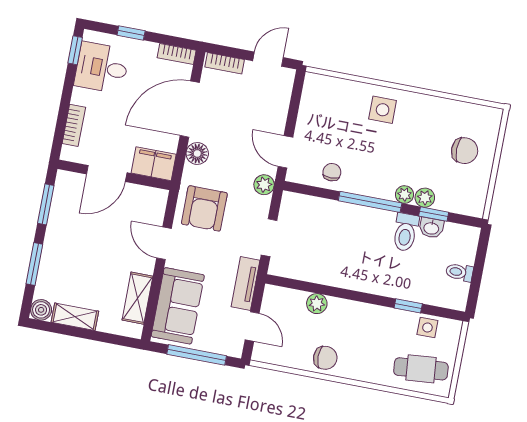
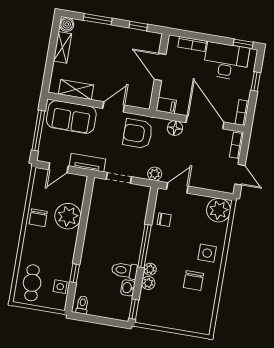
desk: (102, 68) -> (226, 61), width x1.37
plant: (320, 92) -> (219, 210), added
chair: (465, 151) -> (193, 281), moved
filing cabinet: (154, 164) -> (166, 105), width x0.50
window: (46, 204) -> (138, 26), width x0.67
window: (434, 214) -> (134, 309), moved
toilet: (459, 272) -> (82, 305), moved
plant: (317, 304) -> (68, 216), width x1.88, depth x1.88

